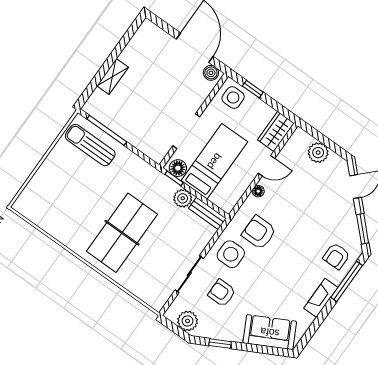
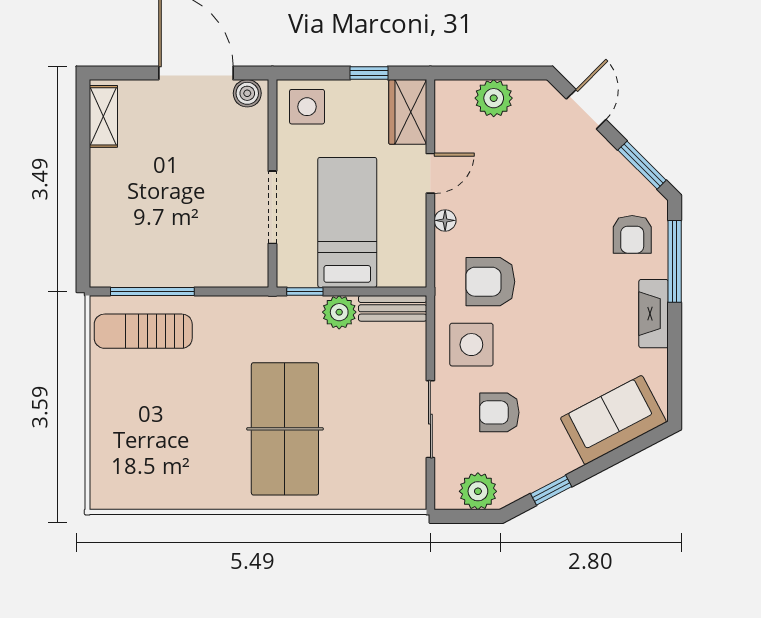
shelving: (113, 77) -> (103, 116), moved
window: (253, 89) -> (369, 73), moved
floor lamp: (178, 168) -> (300, 272), removed

